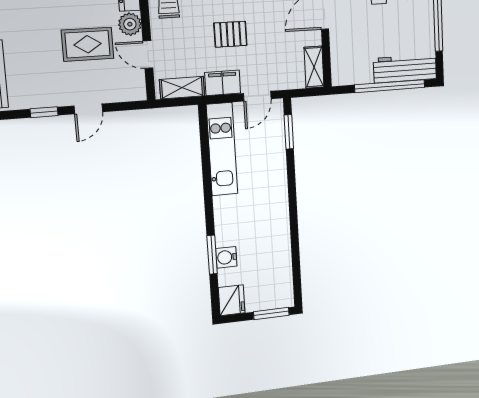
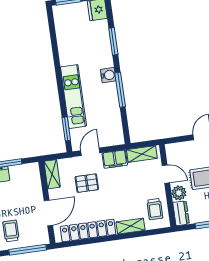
pallet: (230, 34) -> (87, 183), moved
kitchen unit: (222, 149) -> (73, 97), moved, turned 180
window: (207, 185) -> (120, 90), added
water cooler: (226, 257) -> (108, 75), moved

